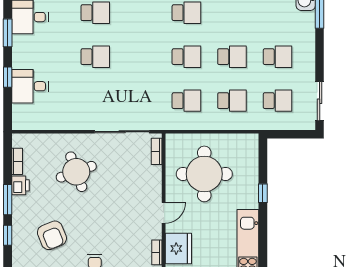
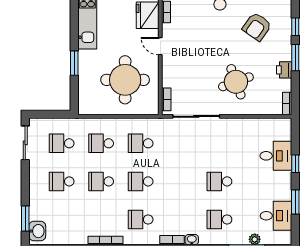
bookcase: (17, 161) -> (287, 103), moved
window: (263, 193) -> (74, 63), width x1.50
door: (164, 213) -> (160, 46), hinge flipped
armchair: (52, 235) -> (257, 27), turned -123

